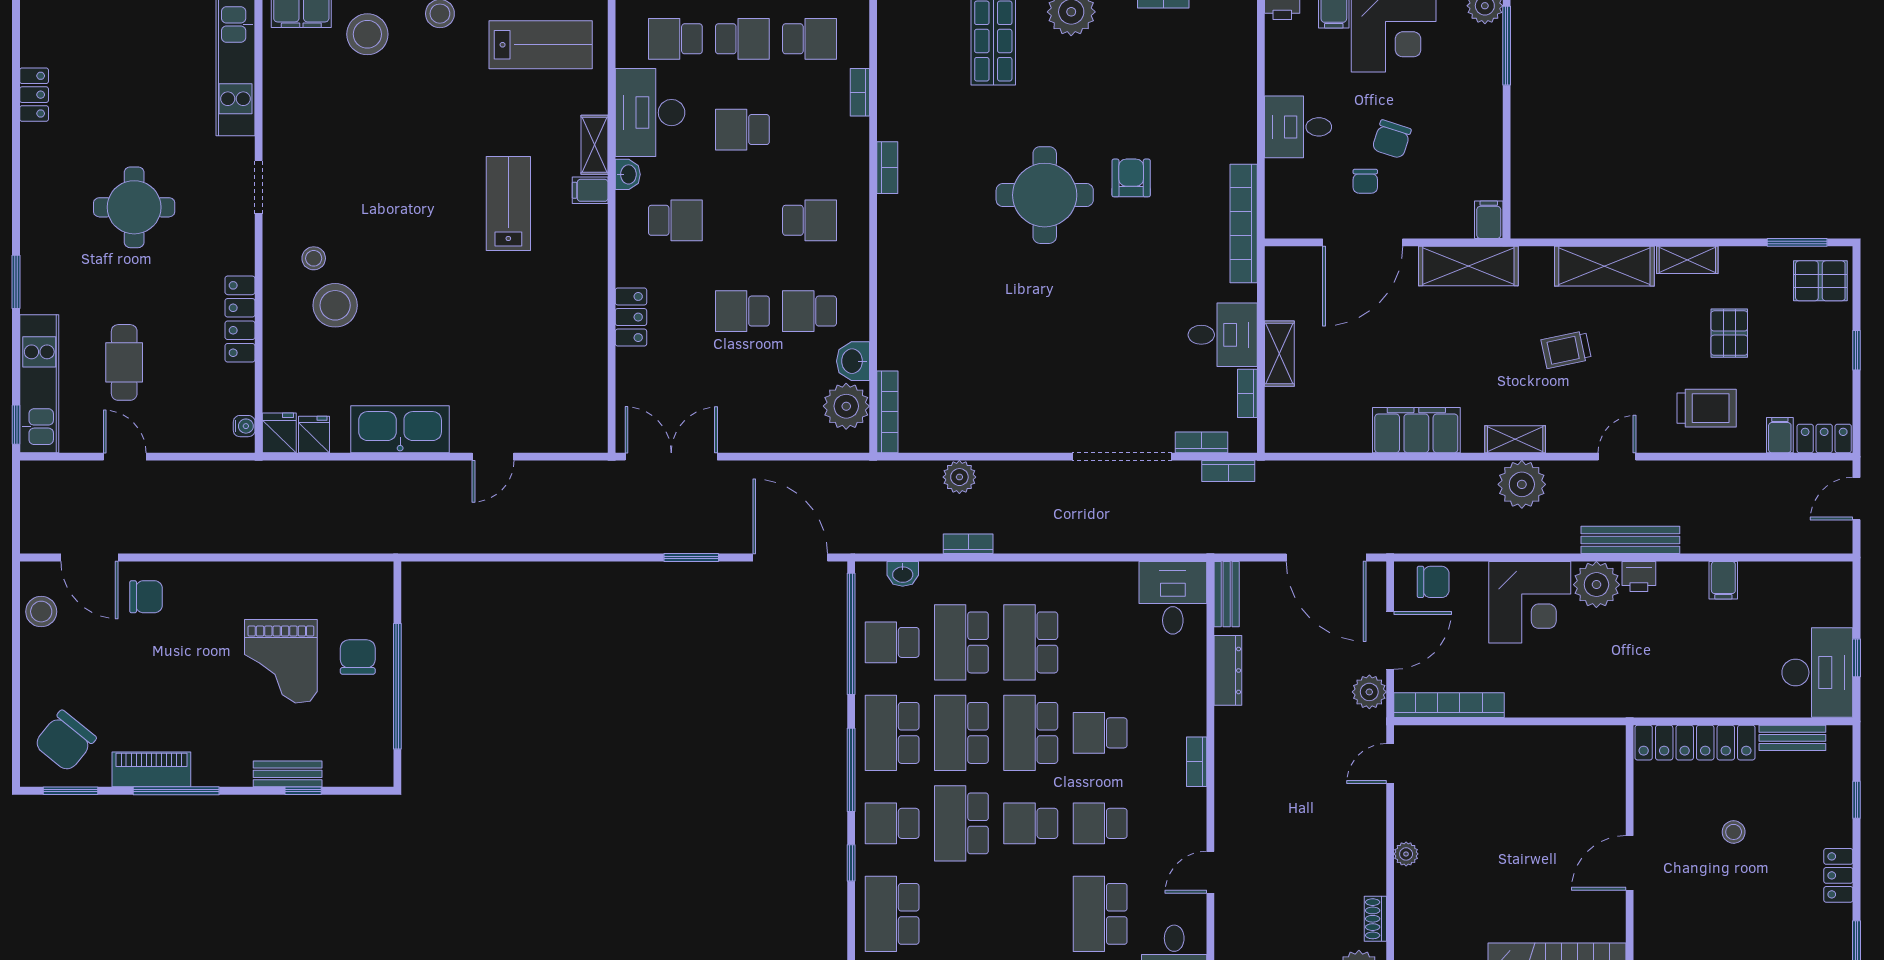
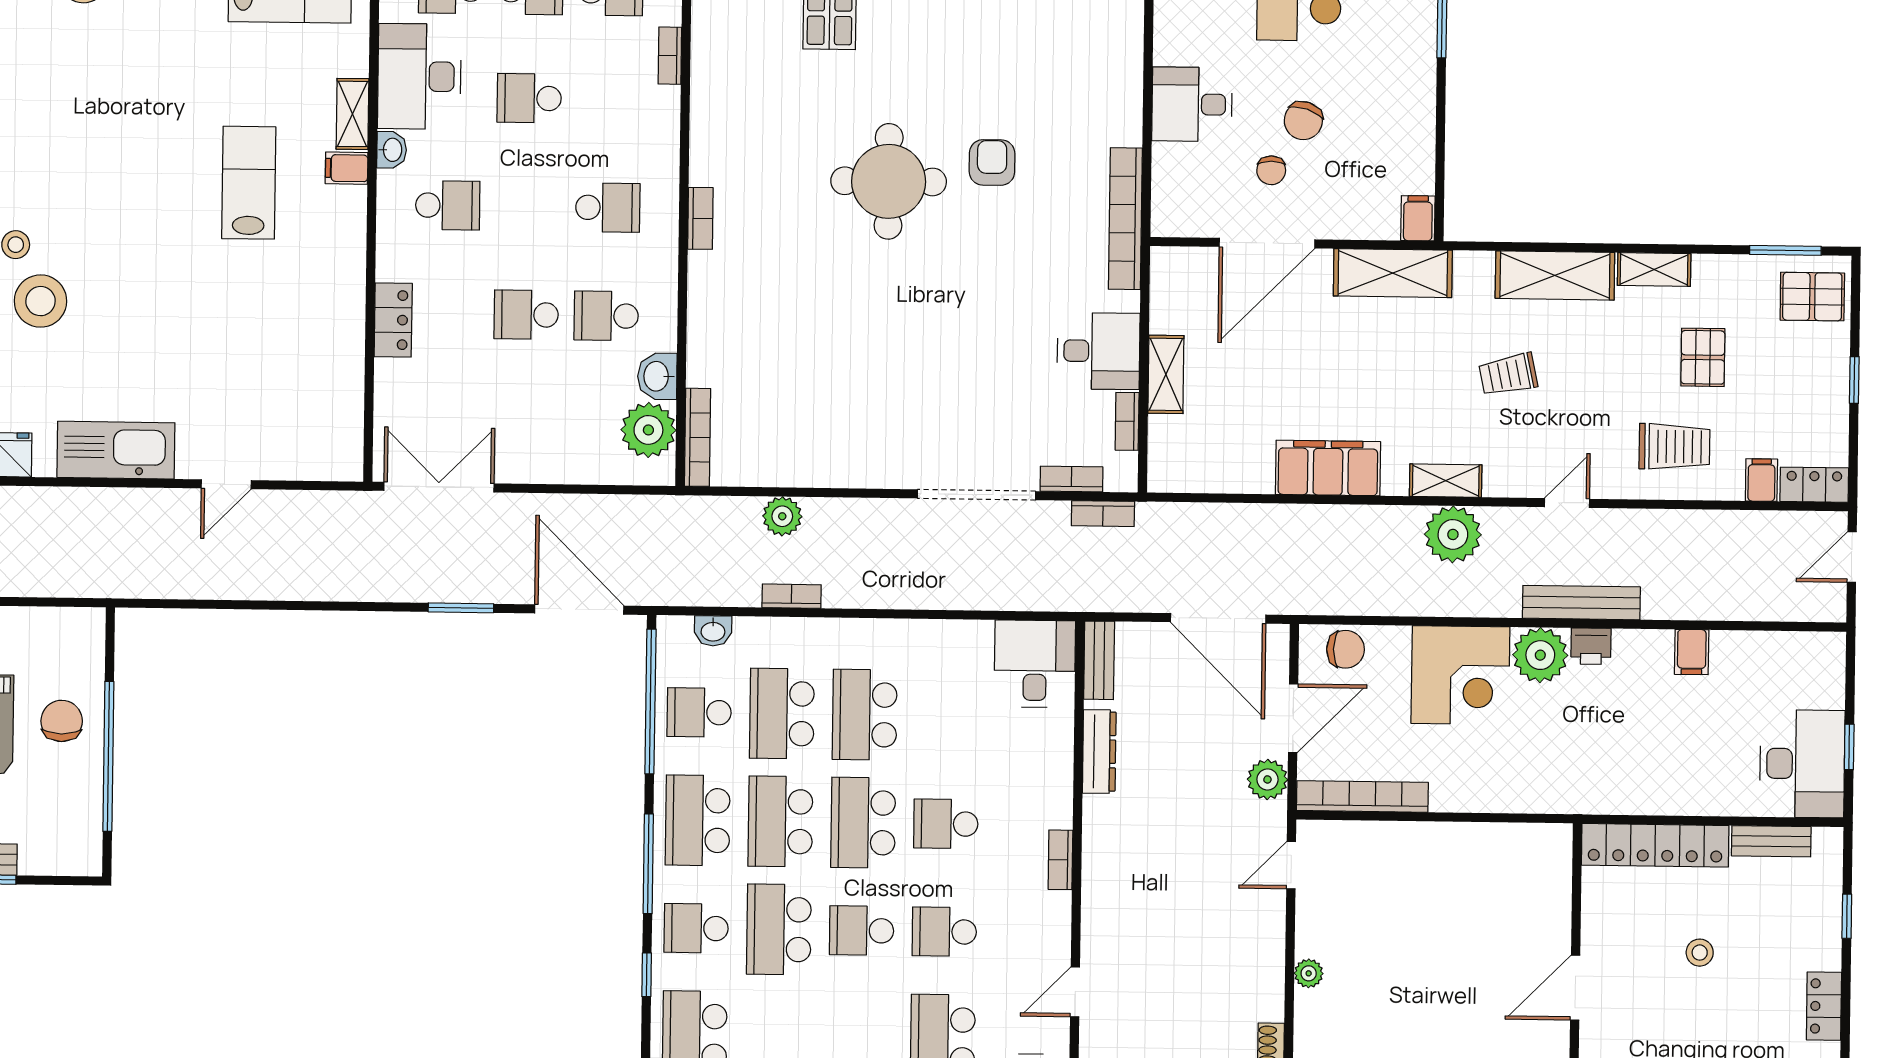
bookcase: (887, 168) -> (700, 218), moved

